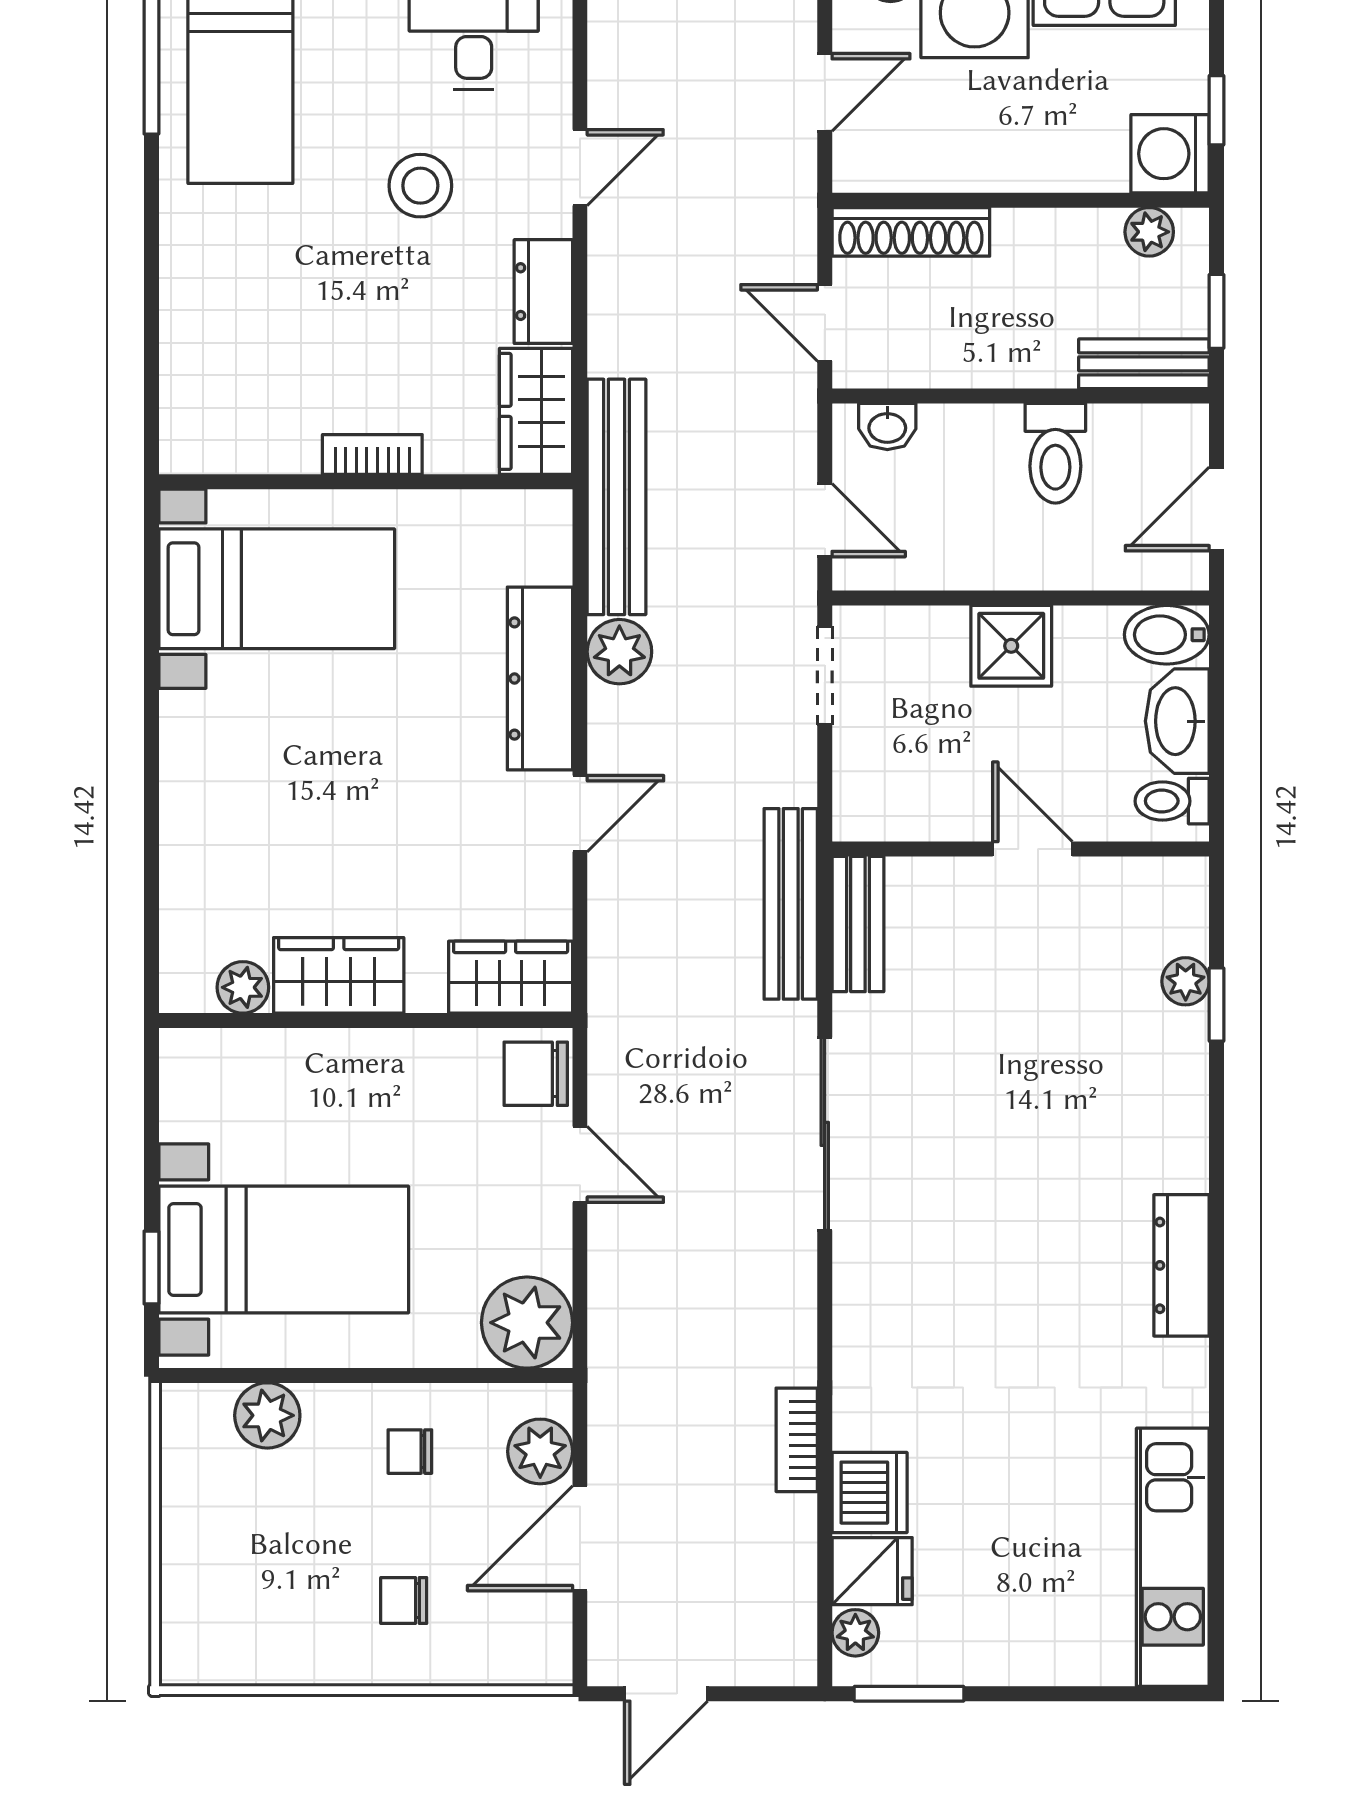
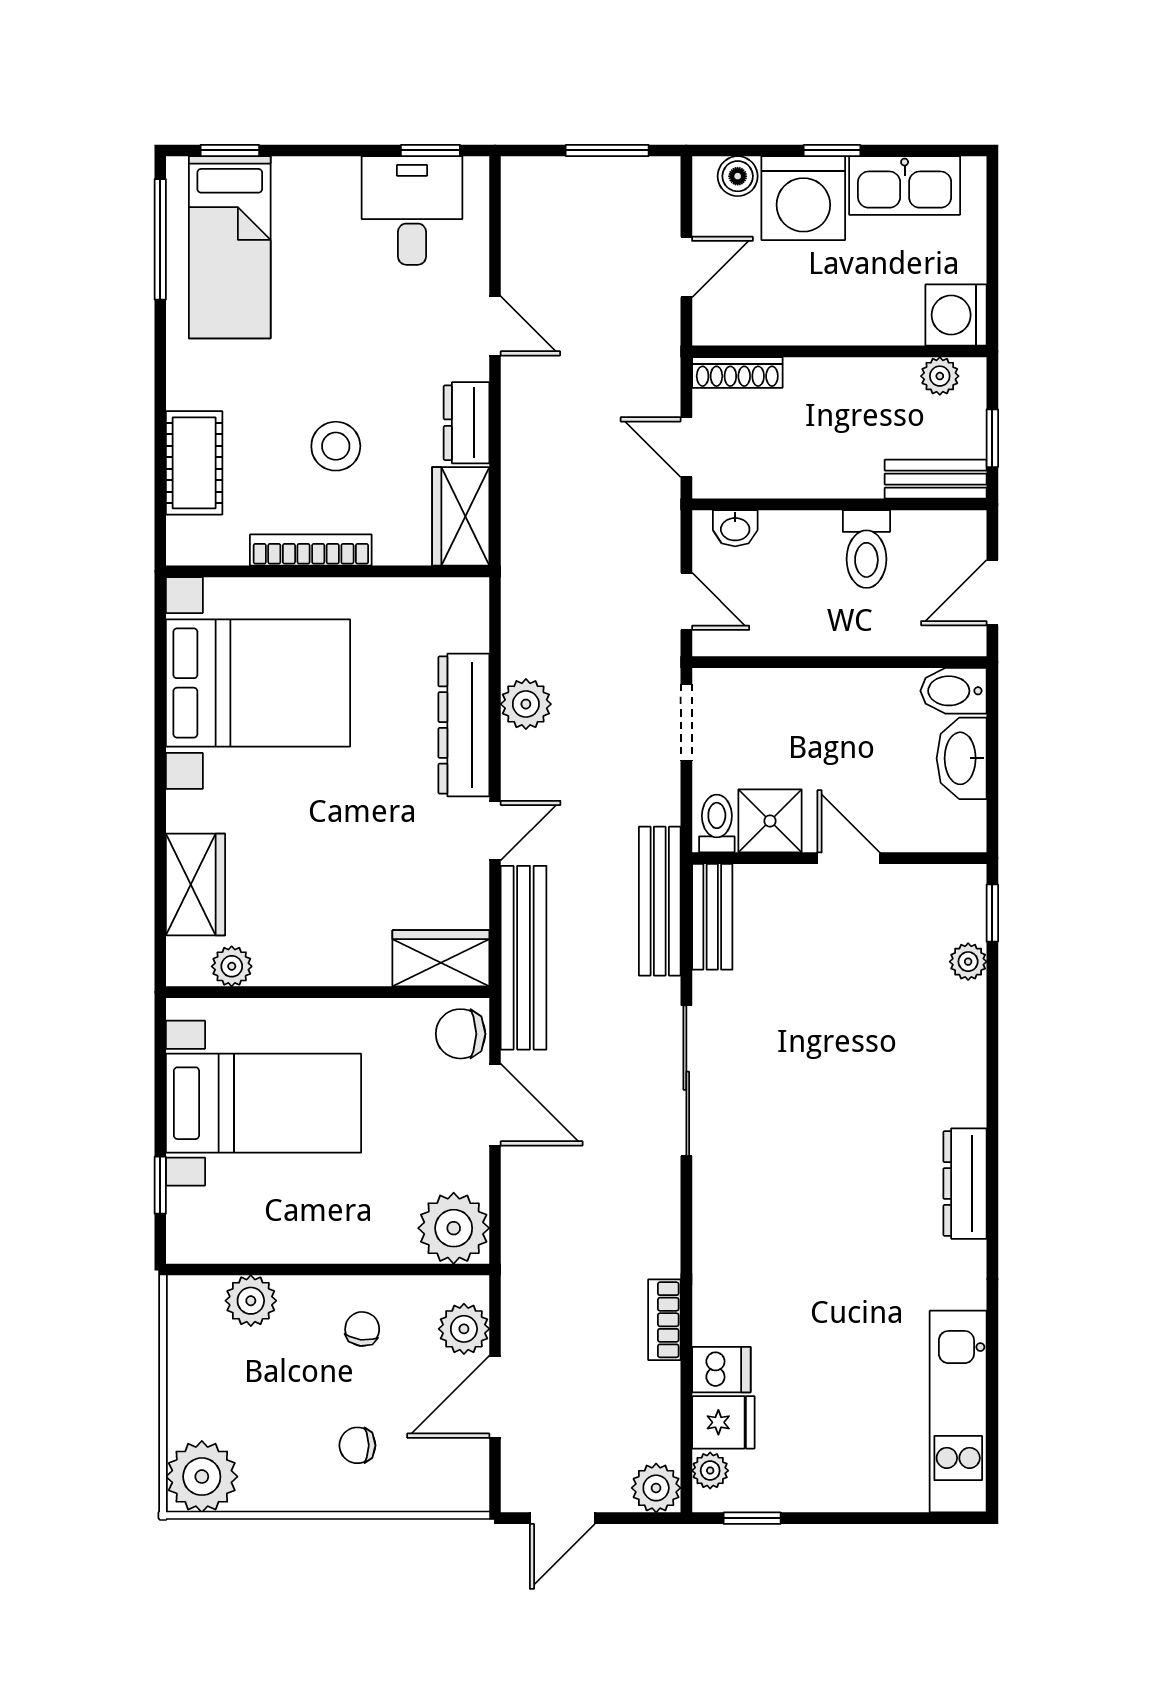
window: (1217, 110) -> (992, 281), removed
door: (580, 168) -> (495, 326), hinge flipped
stool: (420, 186) -> (336, 446), moved
shoe rack: (911, 232) -> (737, 372), width x0.74, depth x0.81
cot: (195, 343) -> (194, 463), added
bookcase: (372, 454) -> (311, 550), width x1.56
bench: (617, 497) -> (524, 958), moved
bed with nightstands: (277, 589) -> (258, 683), width x1.36
shower: (1011, 646) -> (770, 821), moved
toilet: (1172, 801) -> (717, 824), moved, turned 90
wardrobe: (339, 975) -> (196, 885), moved, turned 90
window: (1217, 1005) -> (992, 913), moved
door: (580, 1164) -> (495, 1105), width x1.37
bed with nightstands: (284, 1249) -> (264, 1103), moved
chair: (410, 1452) -> (362, 1329), turned 97
dishwasher: (870, 1493) -> (721, 1370), width x0.73
plant: (205, 1641) -> (202, 1477), added
plant: (786, 1655) -> (656, 1488), added
window: (909, 1694) -> (752, 1518), width x0.67

